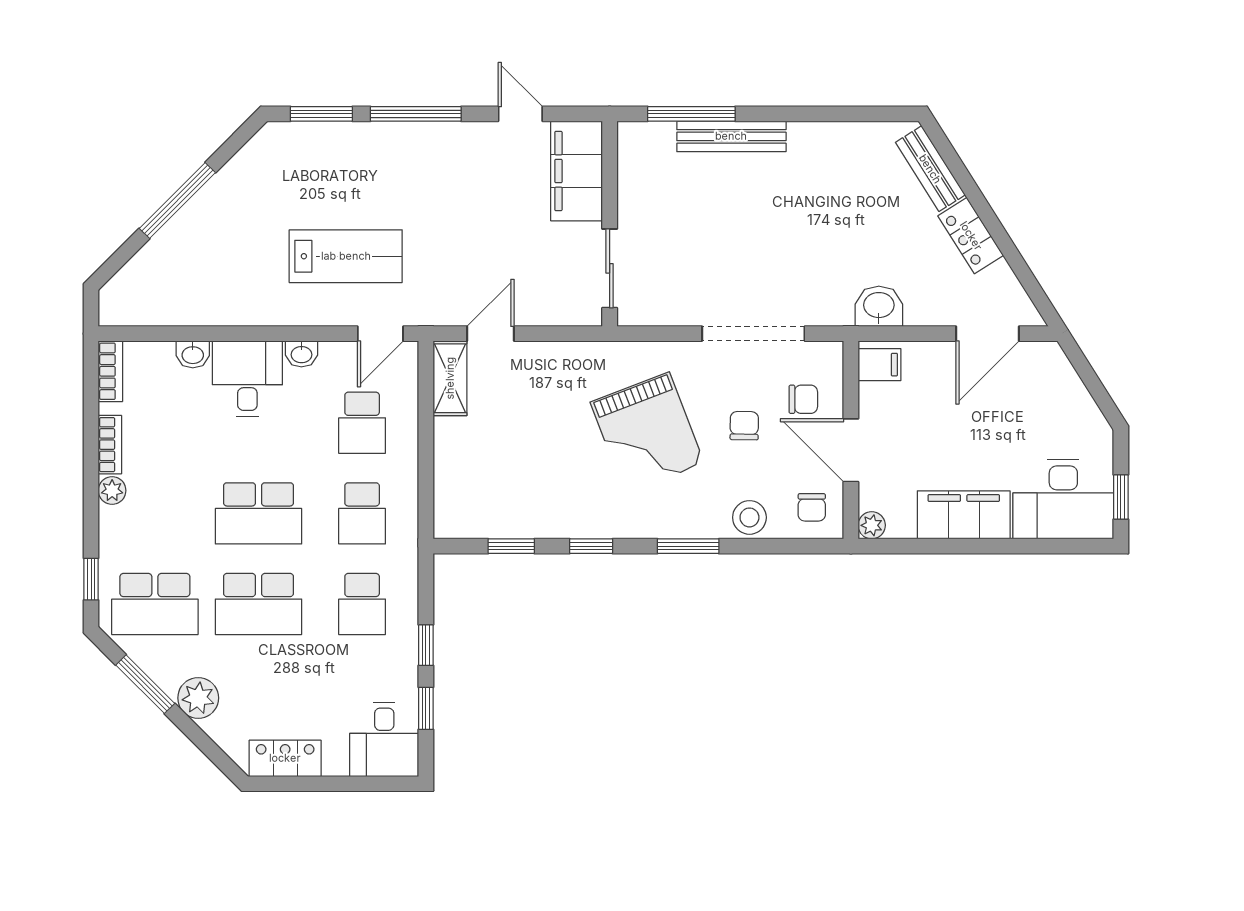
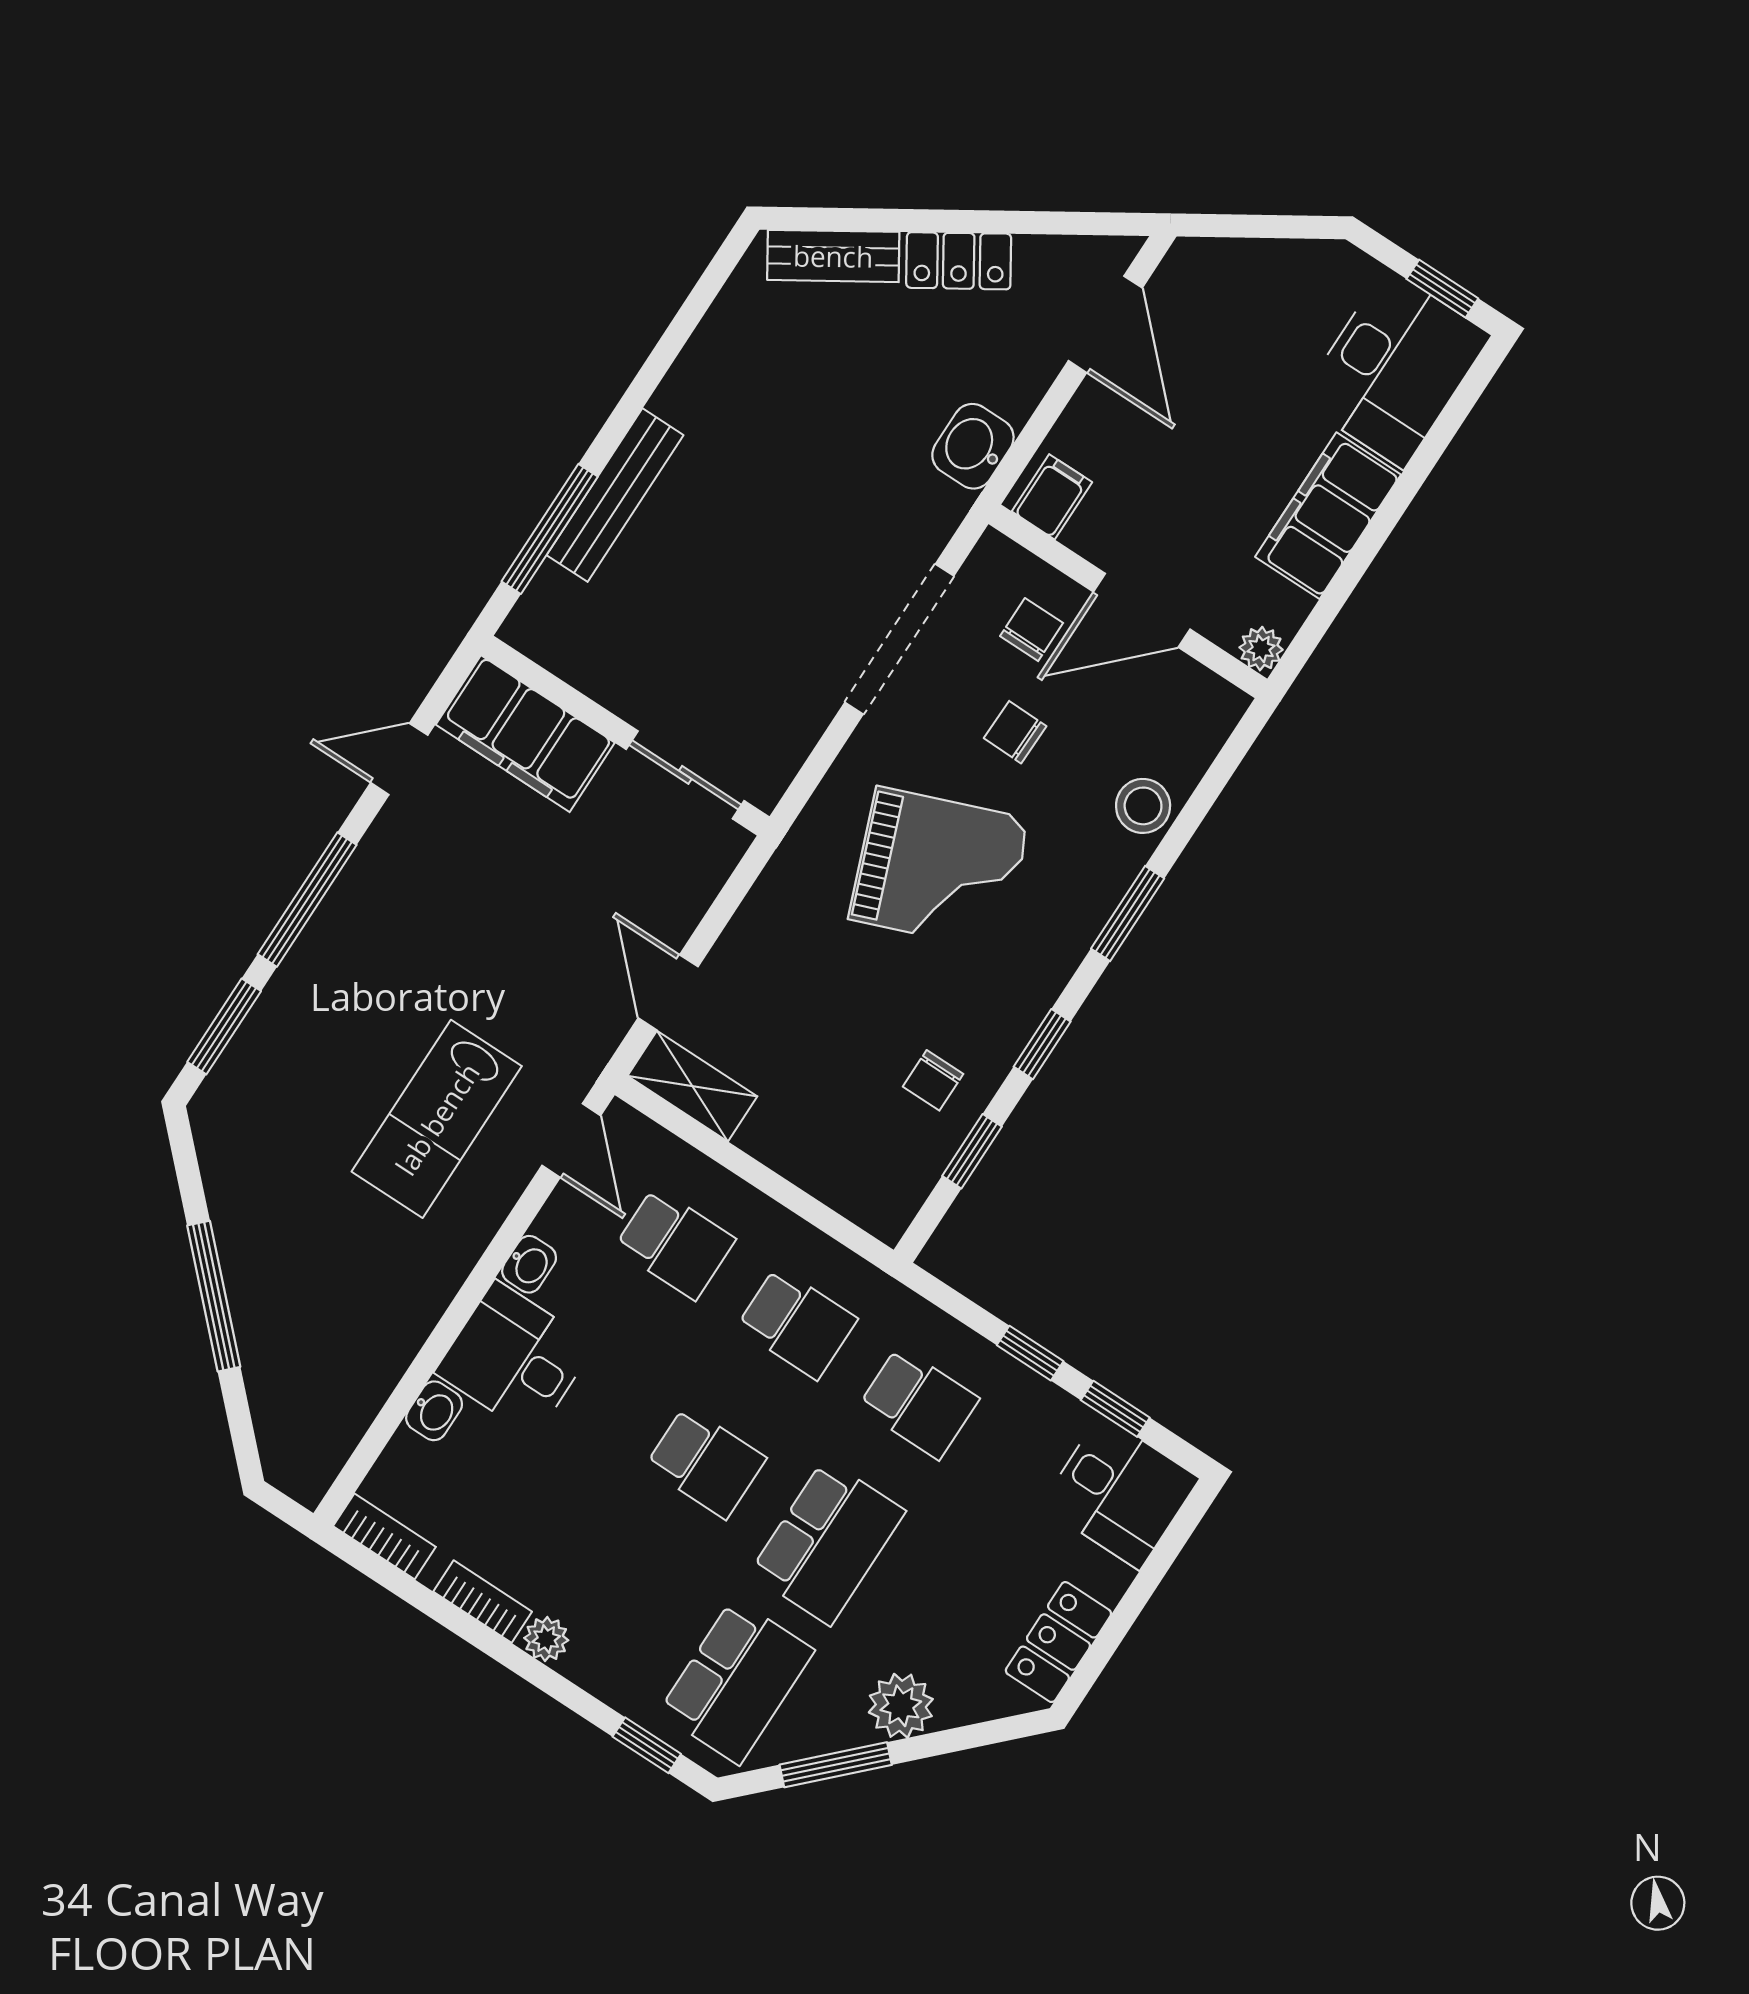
lab bench: (346, 256) -> (437, 1119), turned 180
chair: (812, 507) -> (933, 1080), moved, turned 90
school desk: (258, 513) -> (706, 1462), width x0.54

